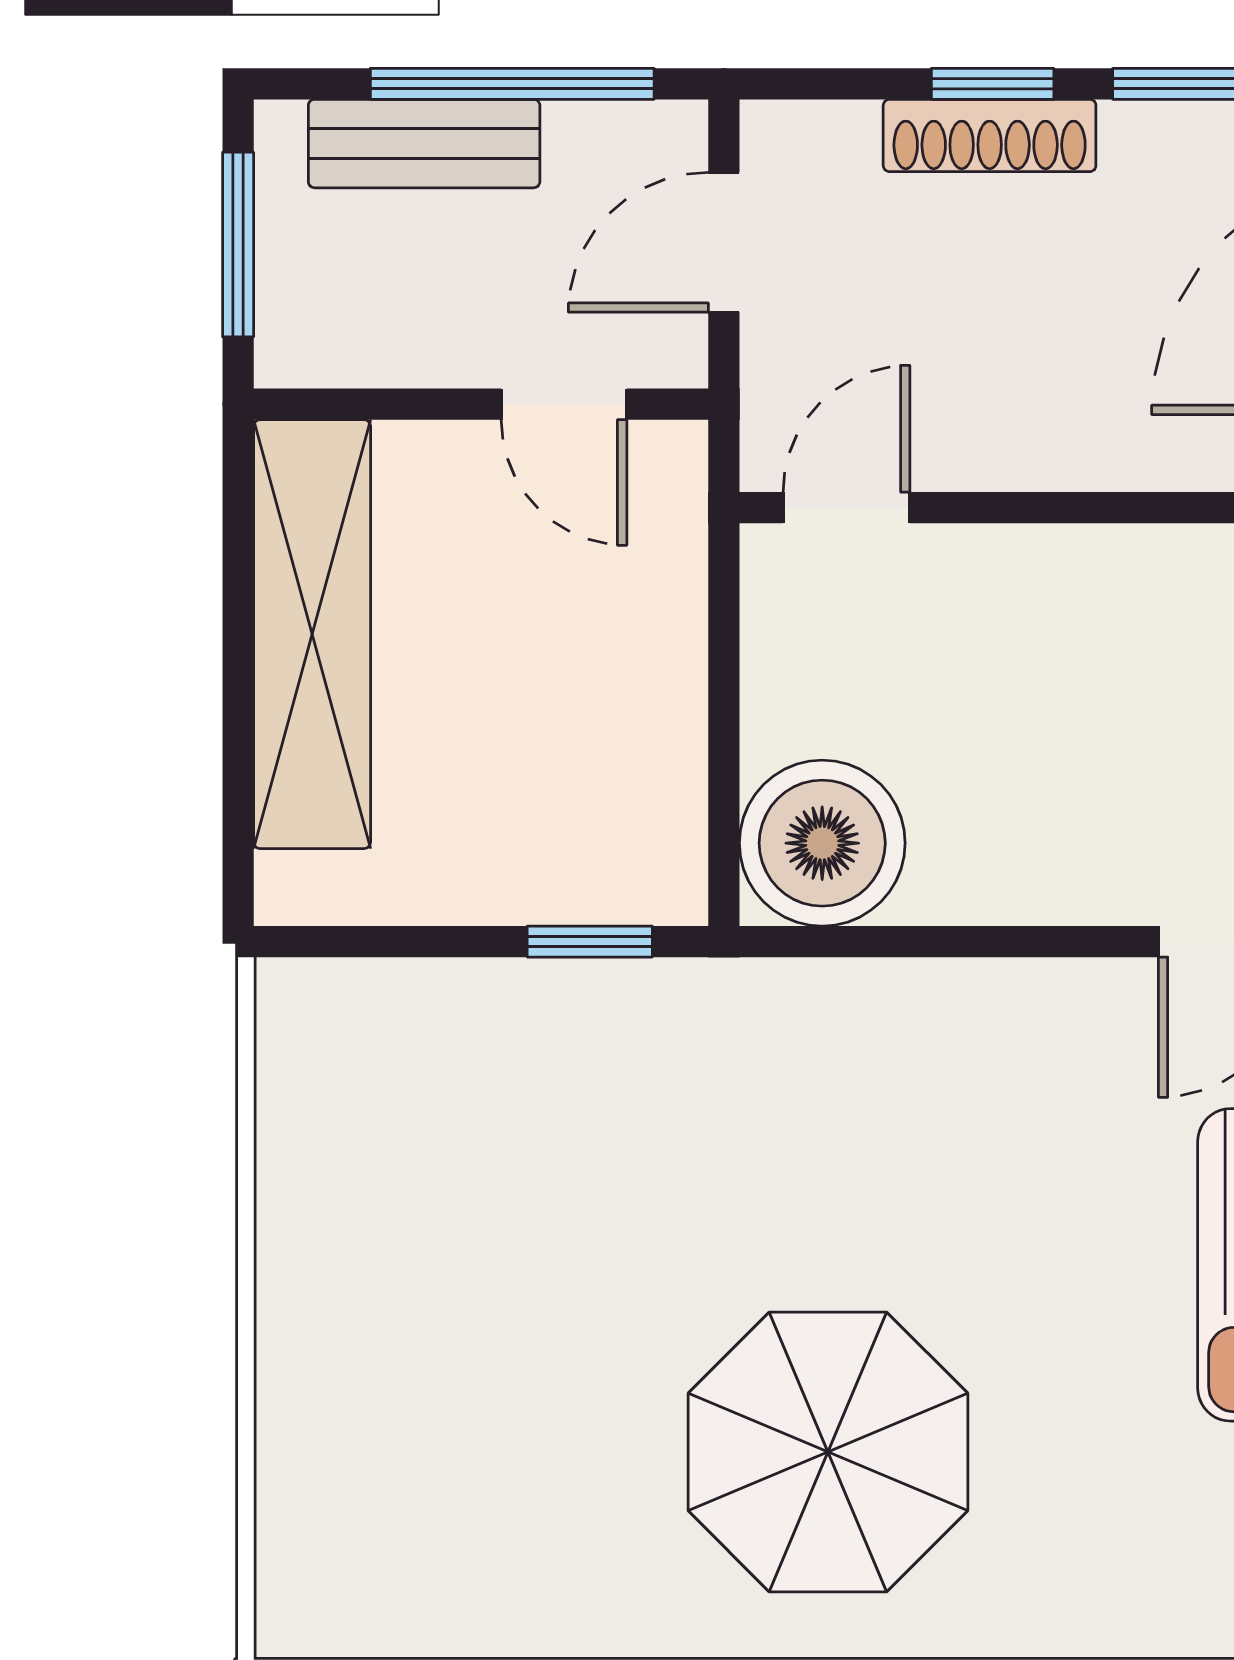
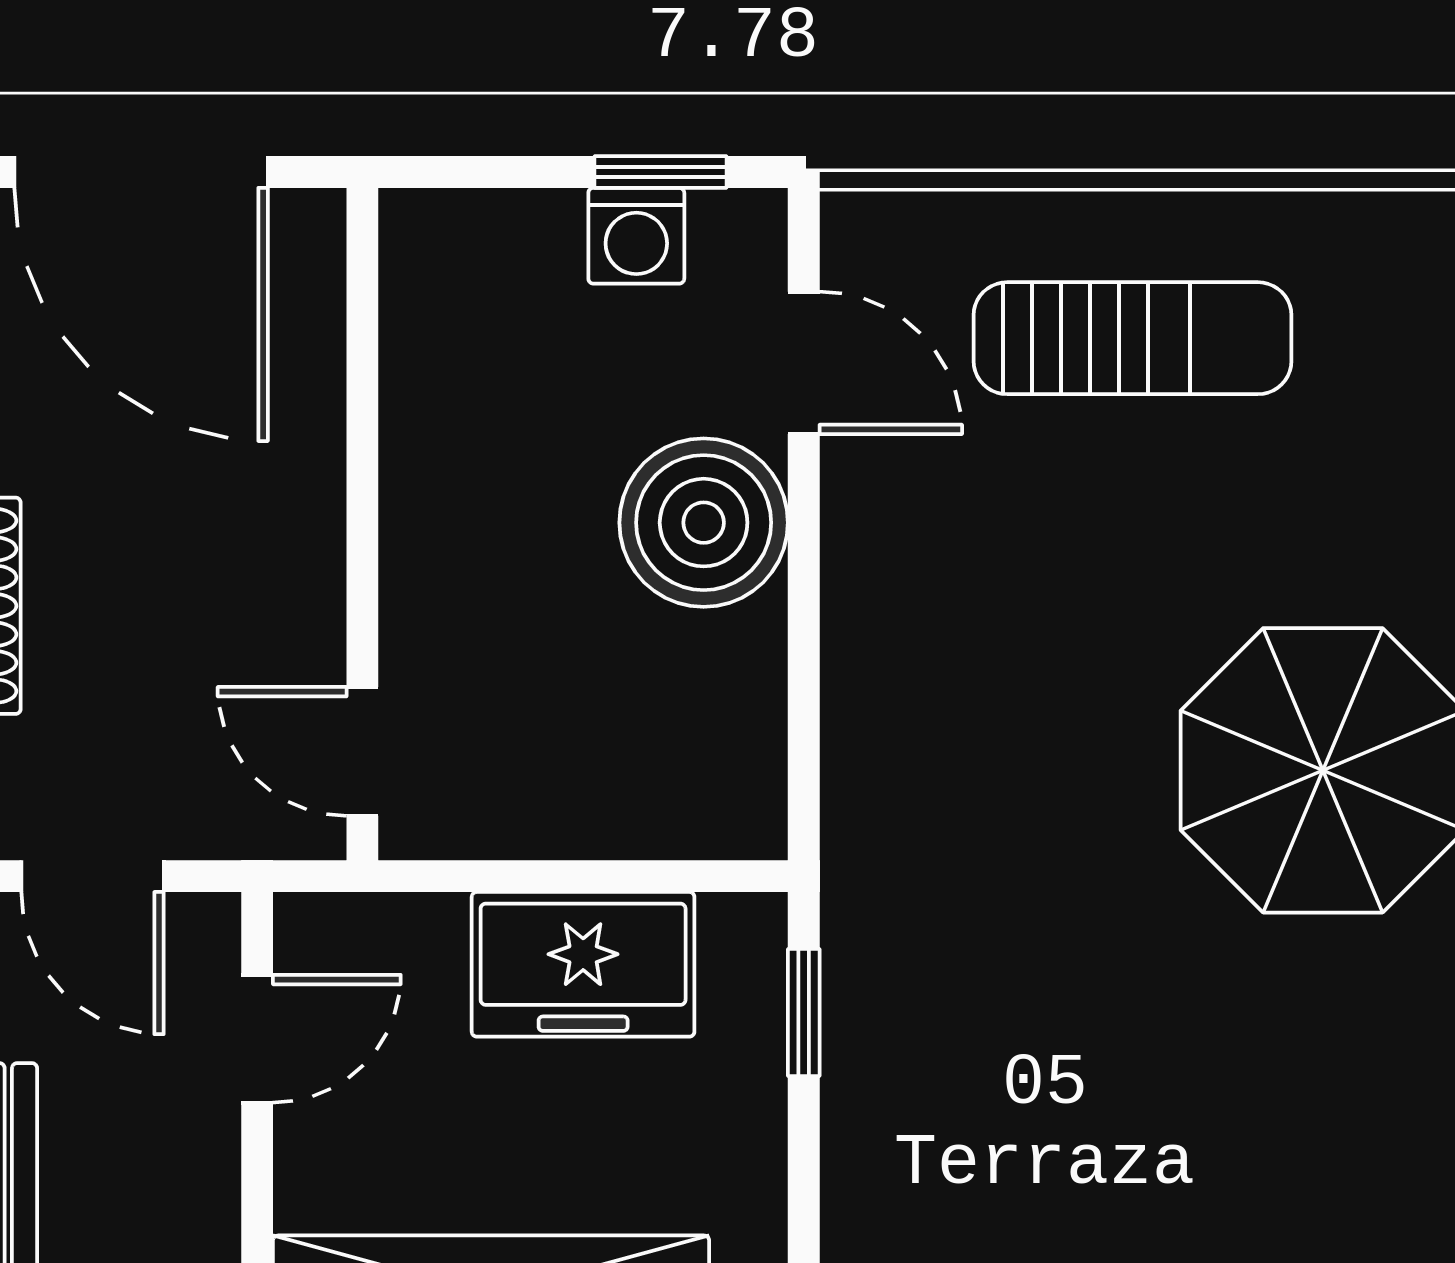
freezer: (637, 725) -> (583, 964), added
boiler: (822, 843) -> (704, 523), moved

